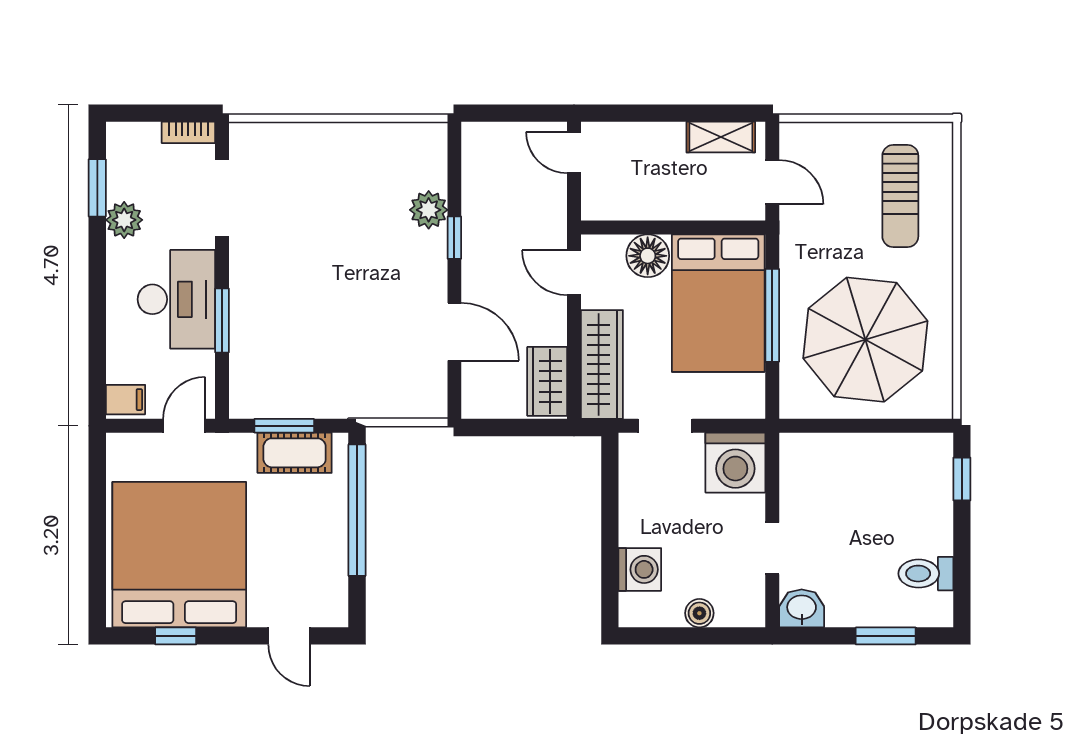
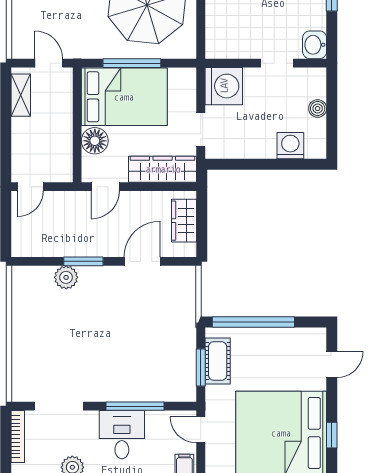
bookcase: (188, 132) -> (18, 437), width x1.56
door: (772, 182) -> (49, 63), hinge flipped
window: (454, 238) -> (83, 261), width x1.50
desk: (176, 299) -> (122, 435), width x0.73
window: (222, 320) -> (135, 406), width x1.44
wardrobe: (547, 381) -> (184, 221), moved, turned 90

